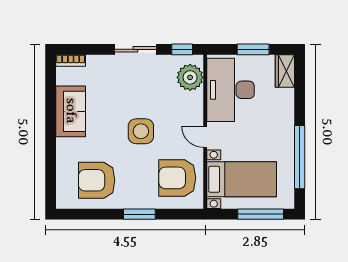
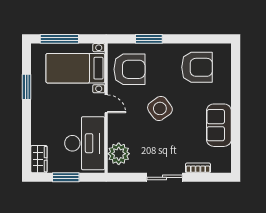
window: (182, 49) -> (125, 177), removed
bookcase: (71, 60) -> (198, 168), moved
side table: (141, 131) -> (160, 108), turned -36
window: (300, 157) -> (27, 87), width x0.47
window: (139, 214) -> (149, 39), moved

